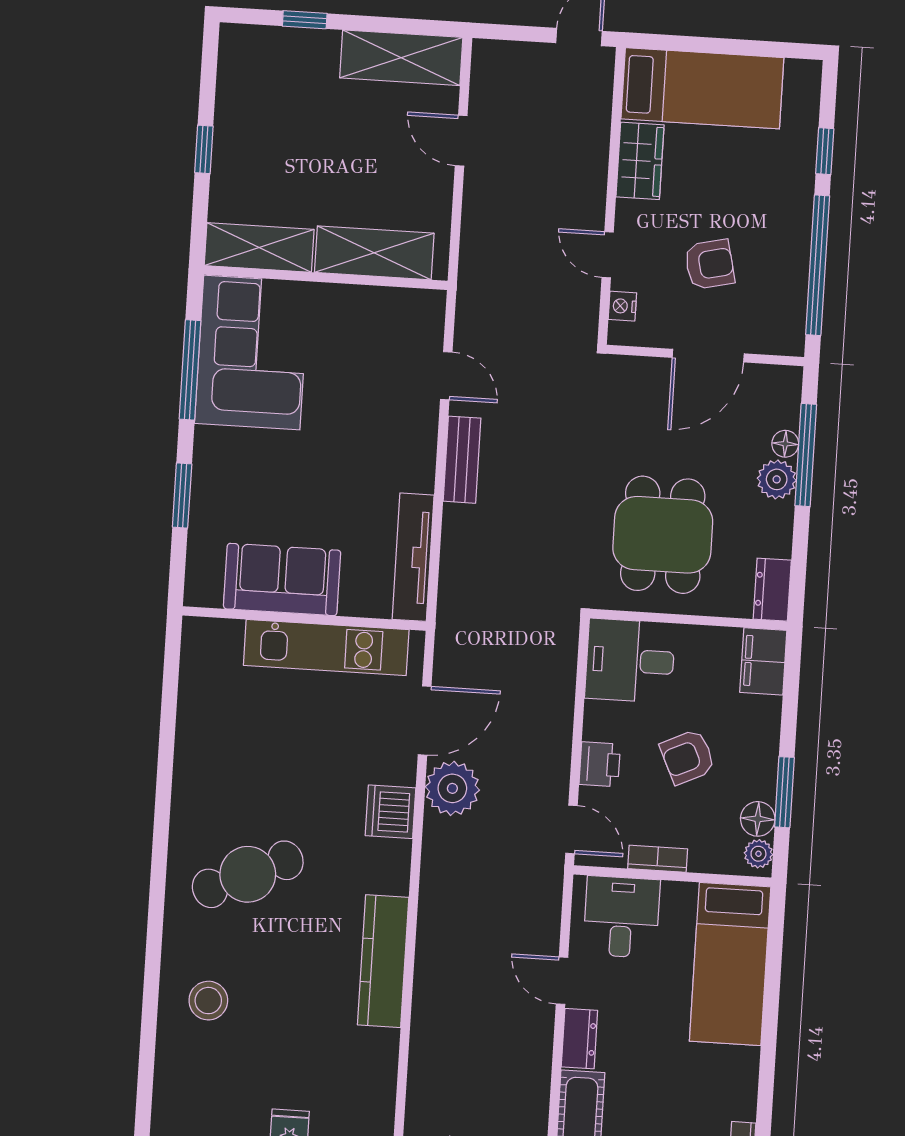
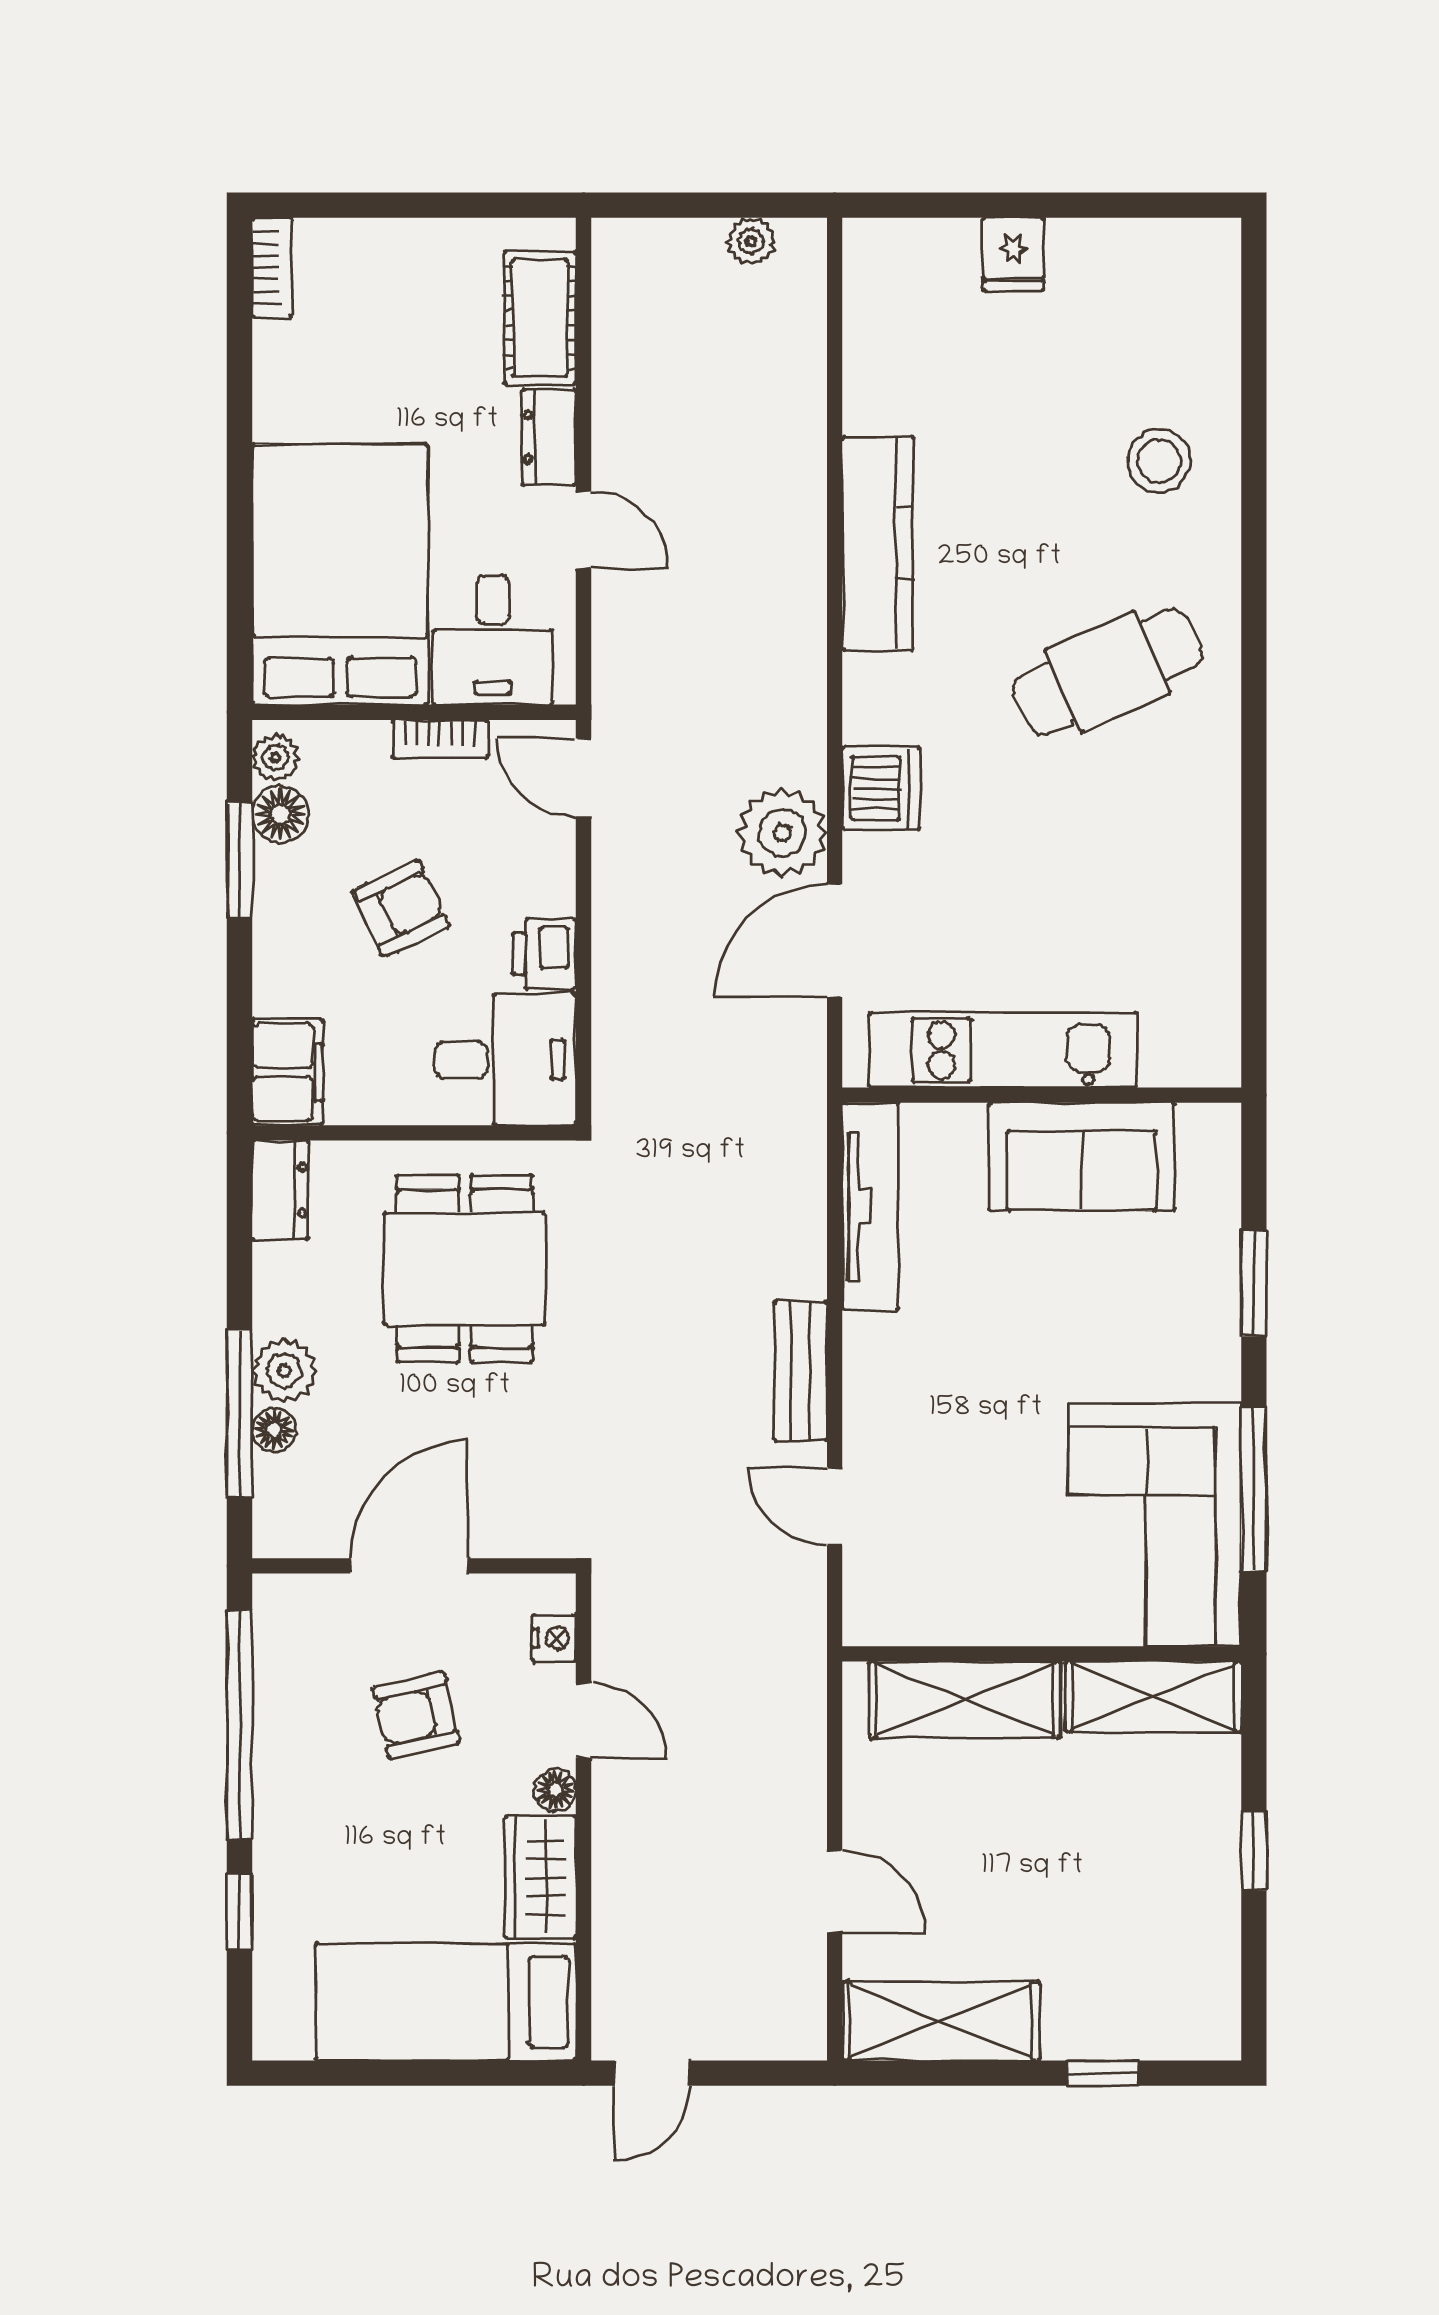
floor lamp: (628, 213) -> (555, 1790), added
printer: (600, 764) -> (544, 954), moved
bed: (730, 964) -> (340, 574), width x1.50

